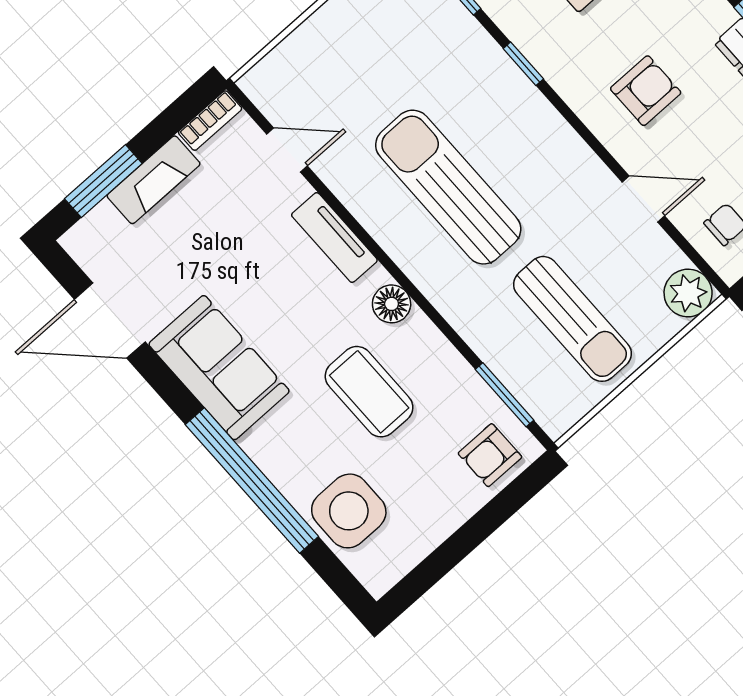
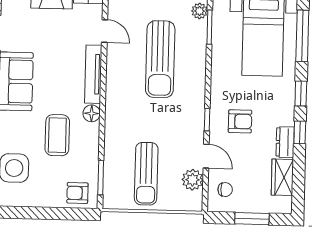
window: (523, 64) -> (207, 120), moved
sun lounger: (448, 187) -> (160, 59), moved, turned 180
tv unit: (334, 238) -> (93, 74), width x1.41
plant: (688, 293) -> (192, 180), moved

